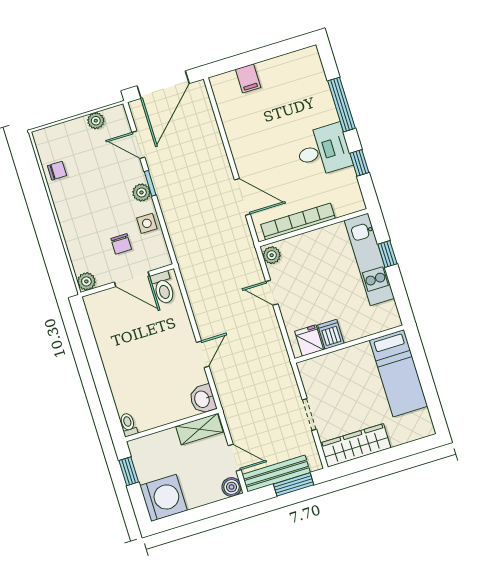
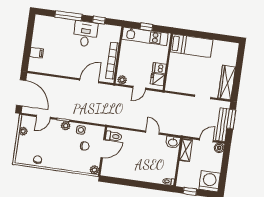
dishwasher: (331, 334) -> (159, 68), moved
fridge: (309, 340) -> (157, 79), moved
wall: (349, 344) -> (168, 62), moved
bed: (399, 373) -> (192, 46), moved

